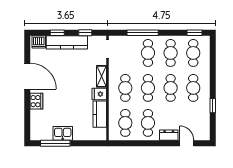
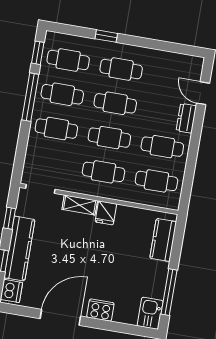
window: (143, 33) -> (30, 97), moved
window: (213, 106) -> (106, 36), moved
kitchen counter: (100, 114) -> (163, 240), moved, turned 90
kitchen sink: (63, 133) -> (150, 313), moved
door: (187, 143) -> (203, 93), hinge flipped

